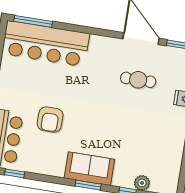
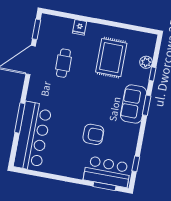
window: (33, 21) -> (20, 118), moved
rug: (147, 139) -> (111, 58), added

